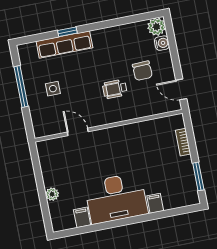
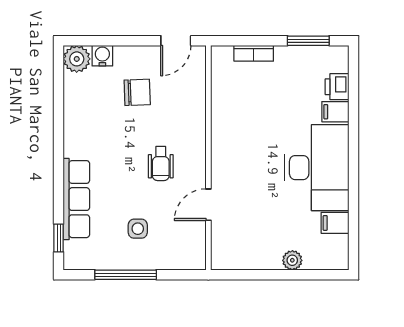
window: (67, 32) -> (59, 238), moved
wheelchair: (115, 89) -> (161, 163), moved
printer: (172, 201) -> (337, 87), added

